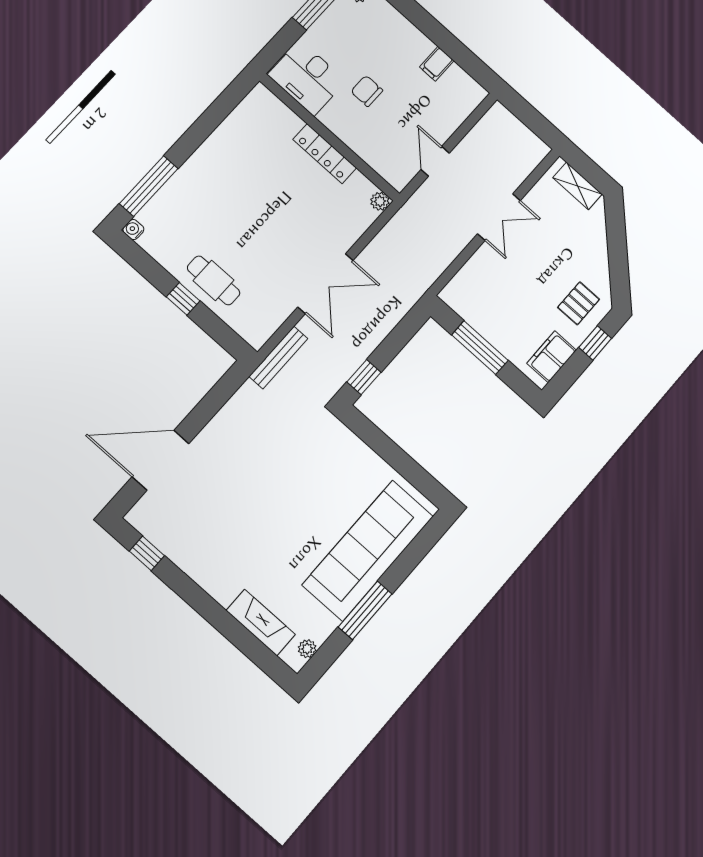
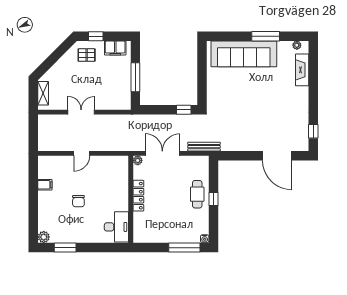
desk: (307, 78) -> (116, 227), moved
wall: (330, 137) -> (131, 199), moved
locker: (325, 154) -> (138, 196), moved
plant: (380, 201) -> (138, 160), moved

